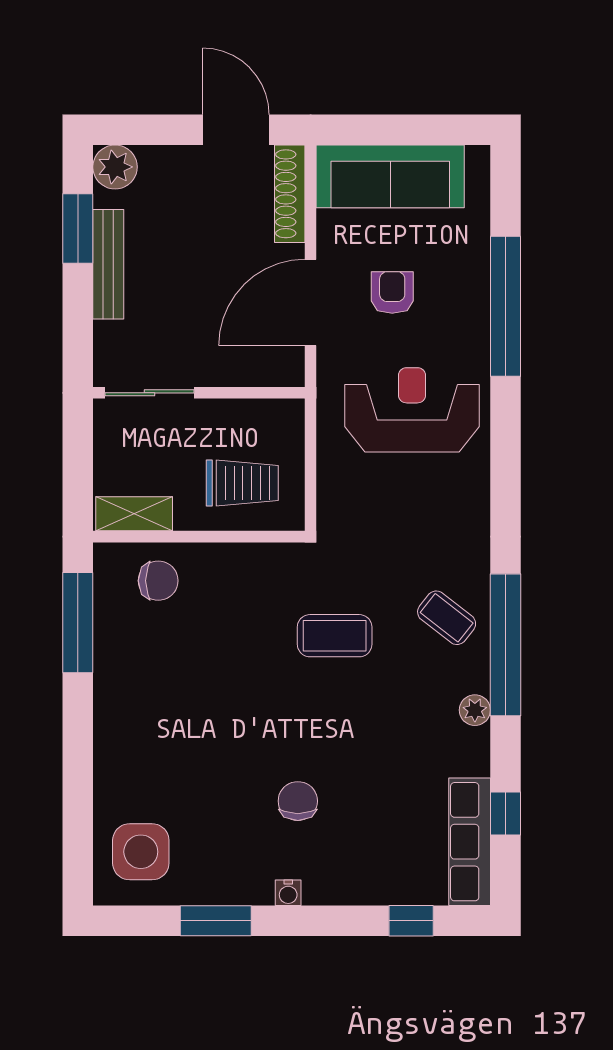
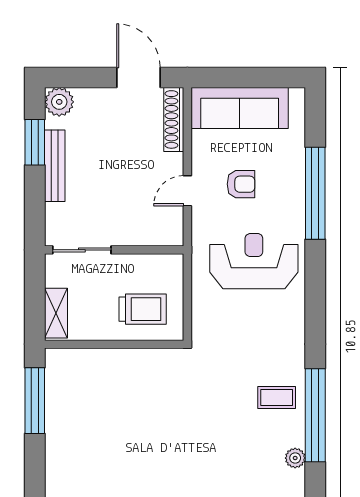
armchair: (392, 292) -> (241, 184), turned 90
door: (311, 302) -> (187, 191), width x0.53
shelving: (134, 514) -> (56, 313), moved, turned 90
chair: (158, 581) -> (87, 373), removed
coffee table: (447, 618) -> (277, 397), turned -38
coffee table: (335, 636) -> (203, 409), removed

